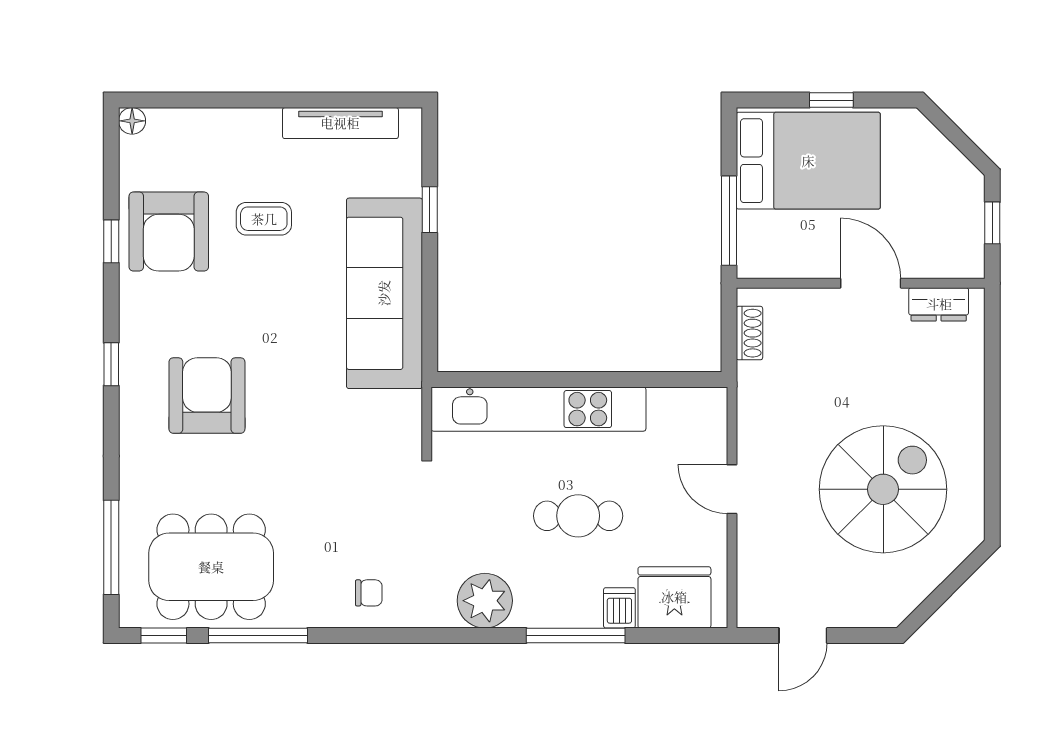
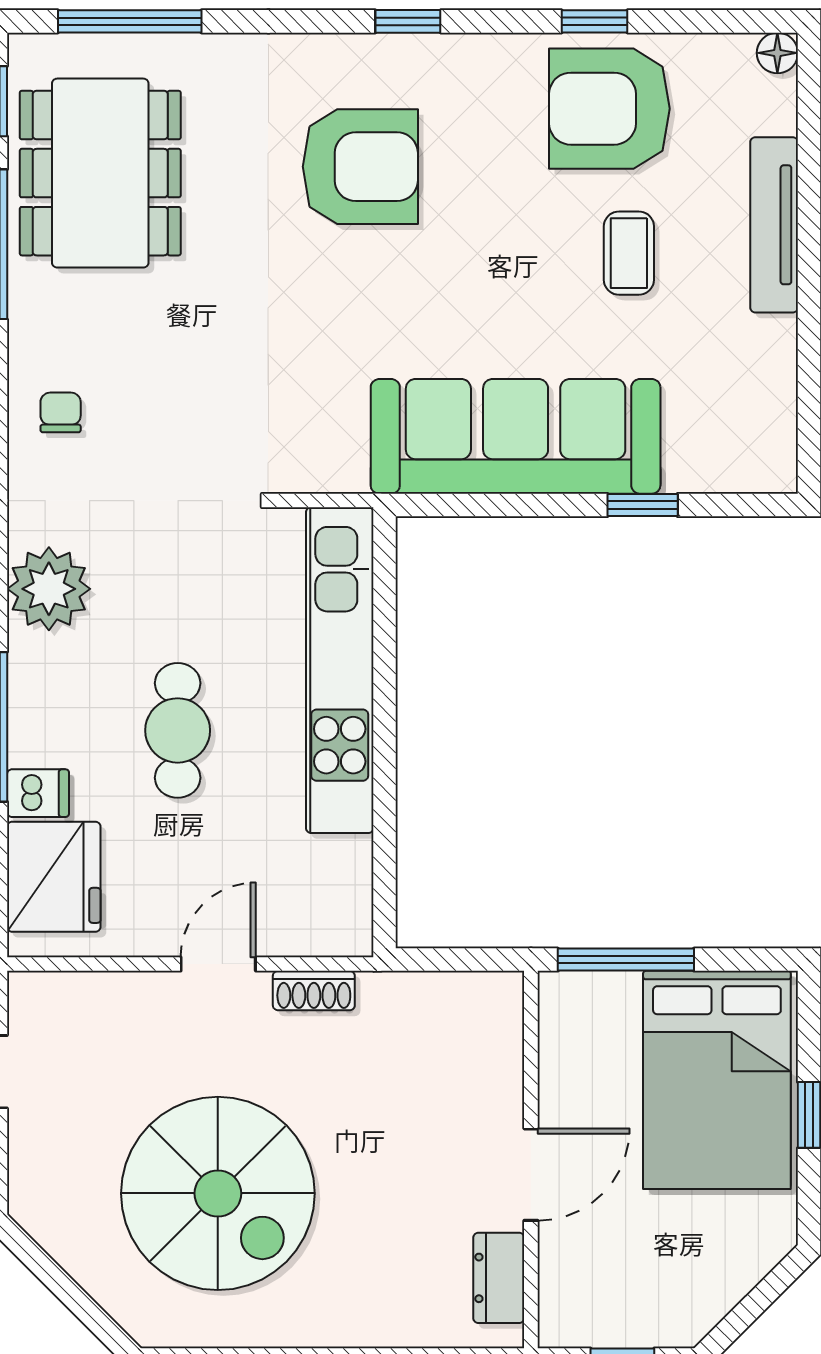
tv unit: (340, 123) -> (774, 225), moved
shoe rack: (749, 333) -> (314, 991), moved
chair: (369, 593) -> (61, 412), turned 180

